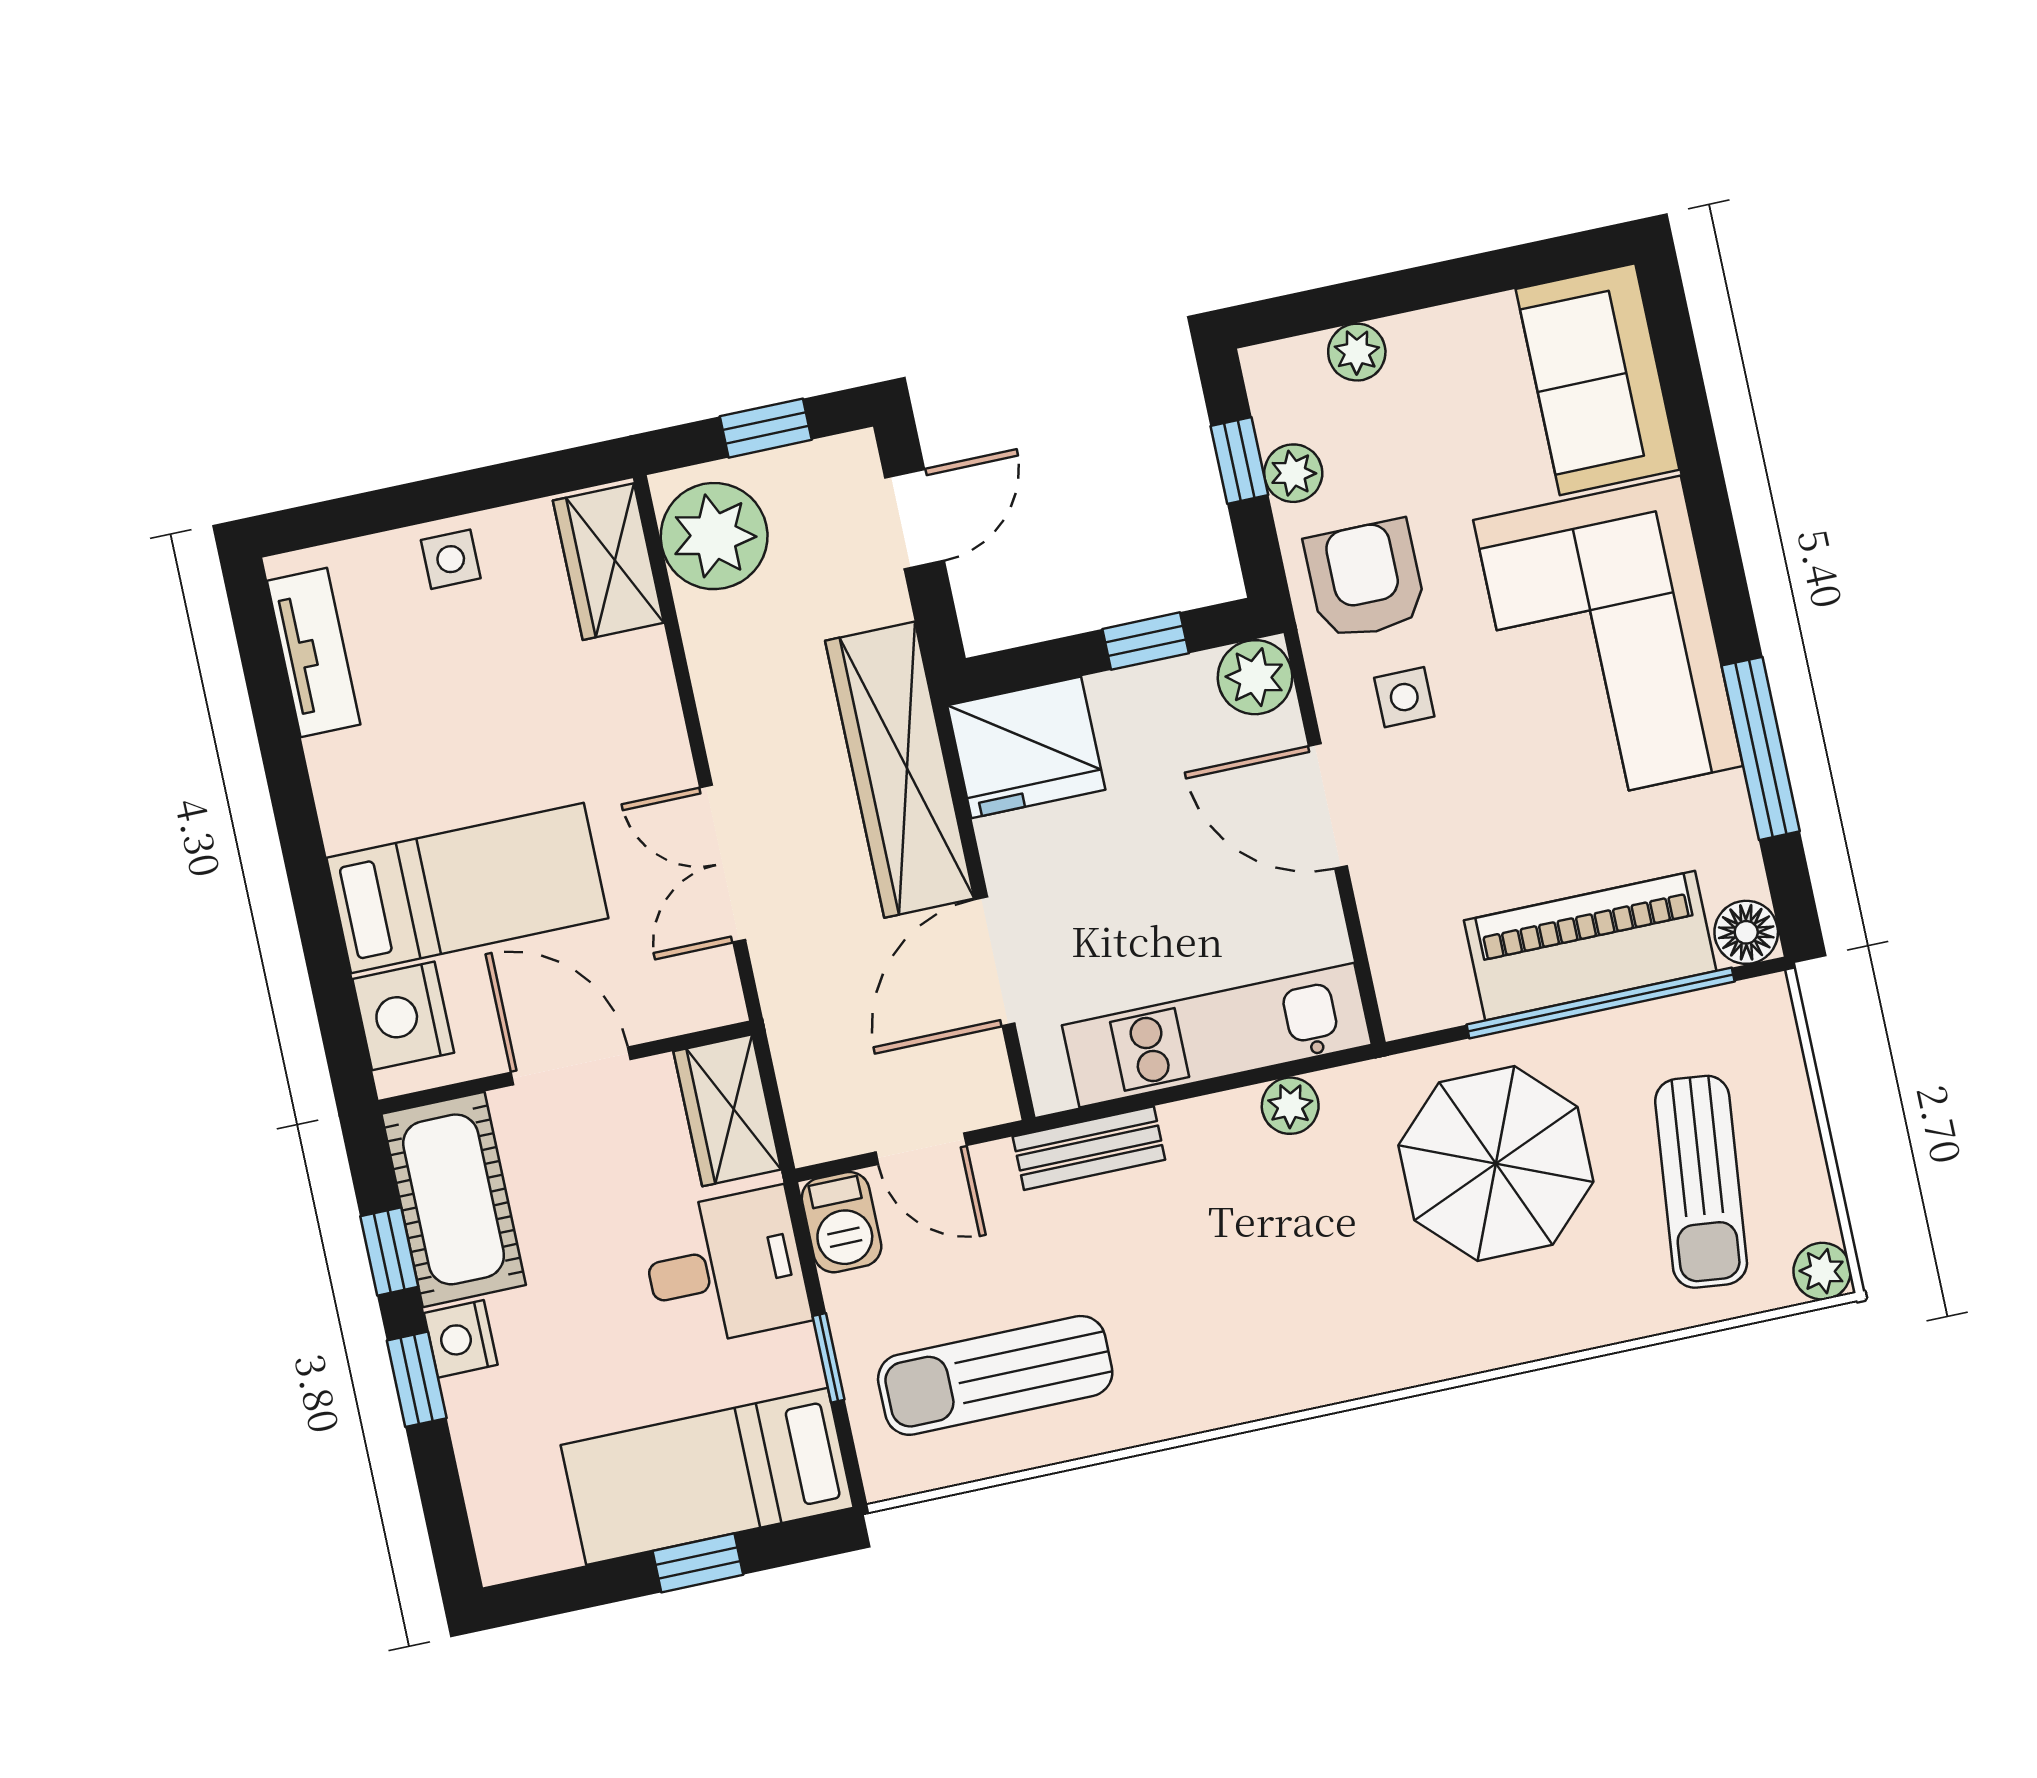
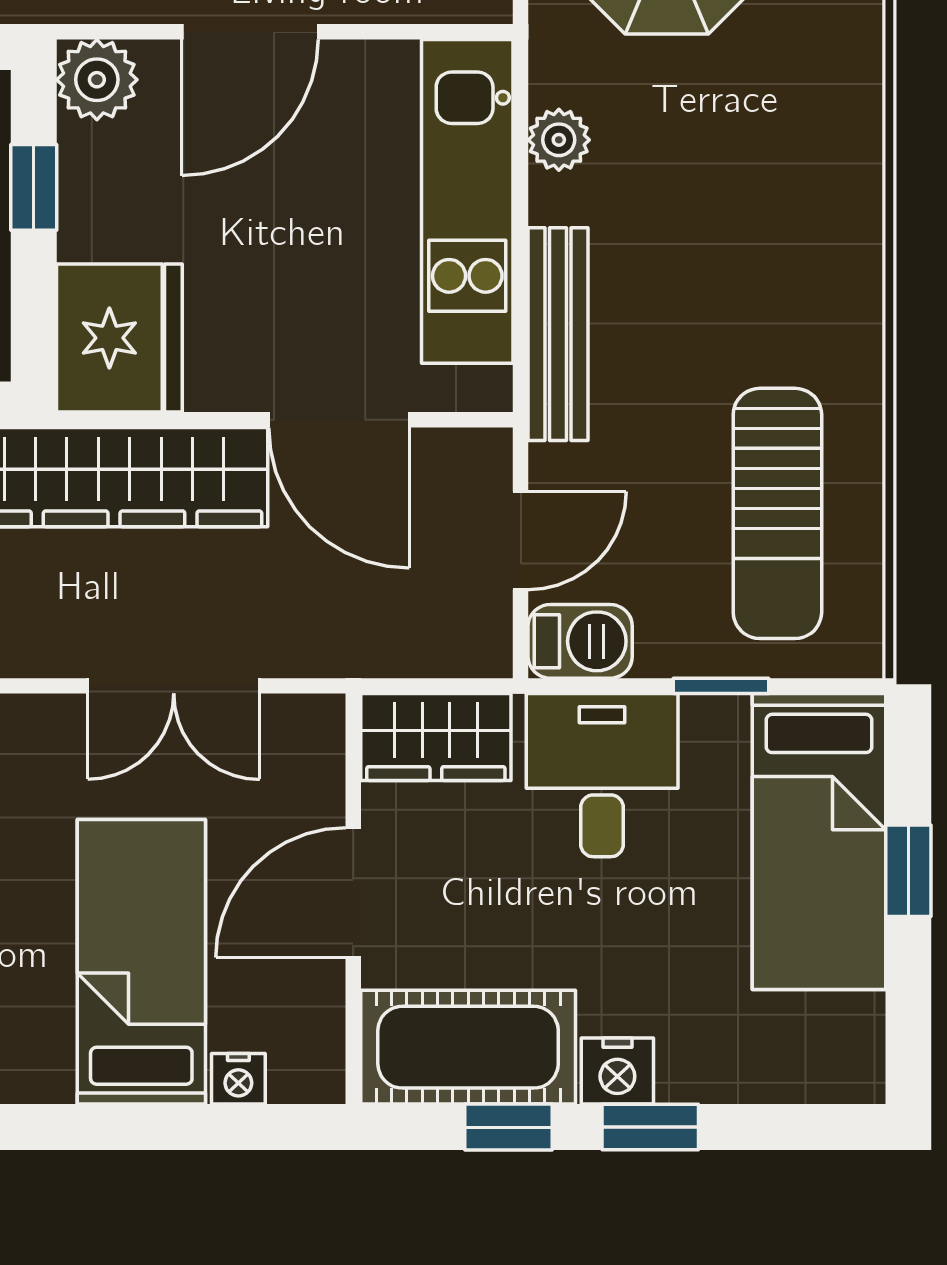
nightstand: (403, 1016) -> (238, 1079), width x0.53, depth x0.56
bench: (1089, 1148) -> (558, 334), width x1.36

